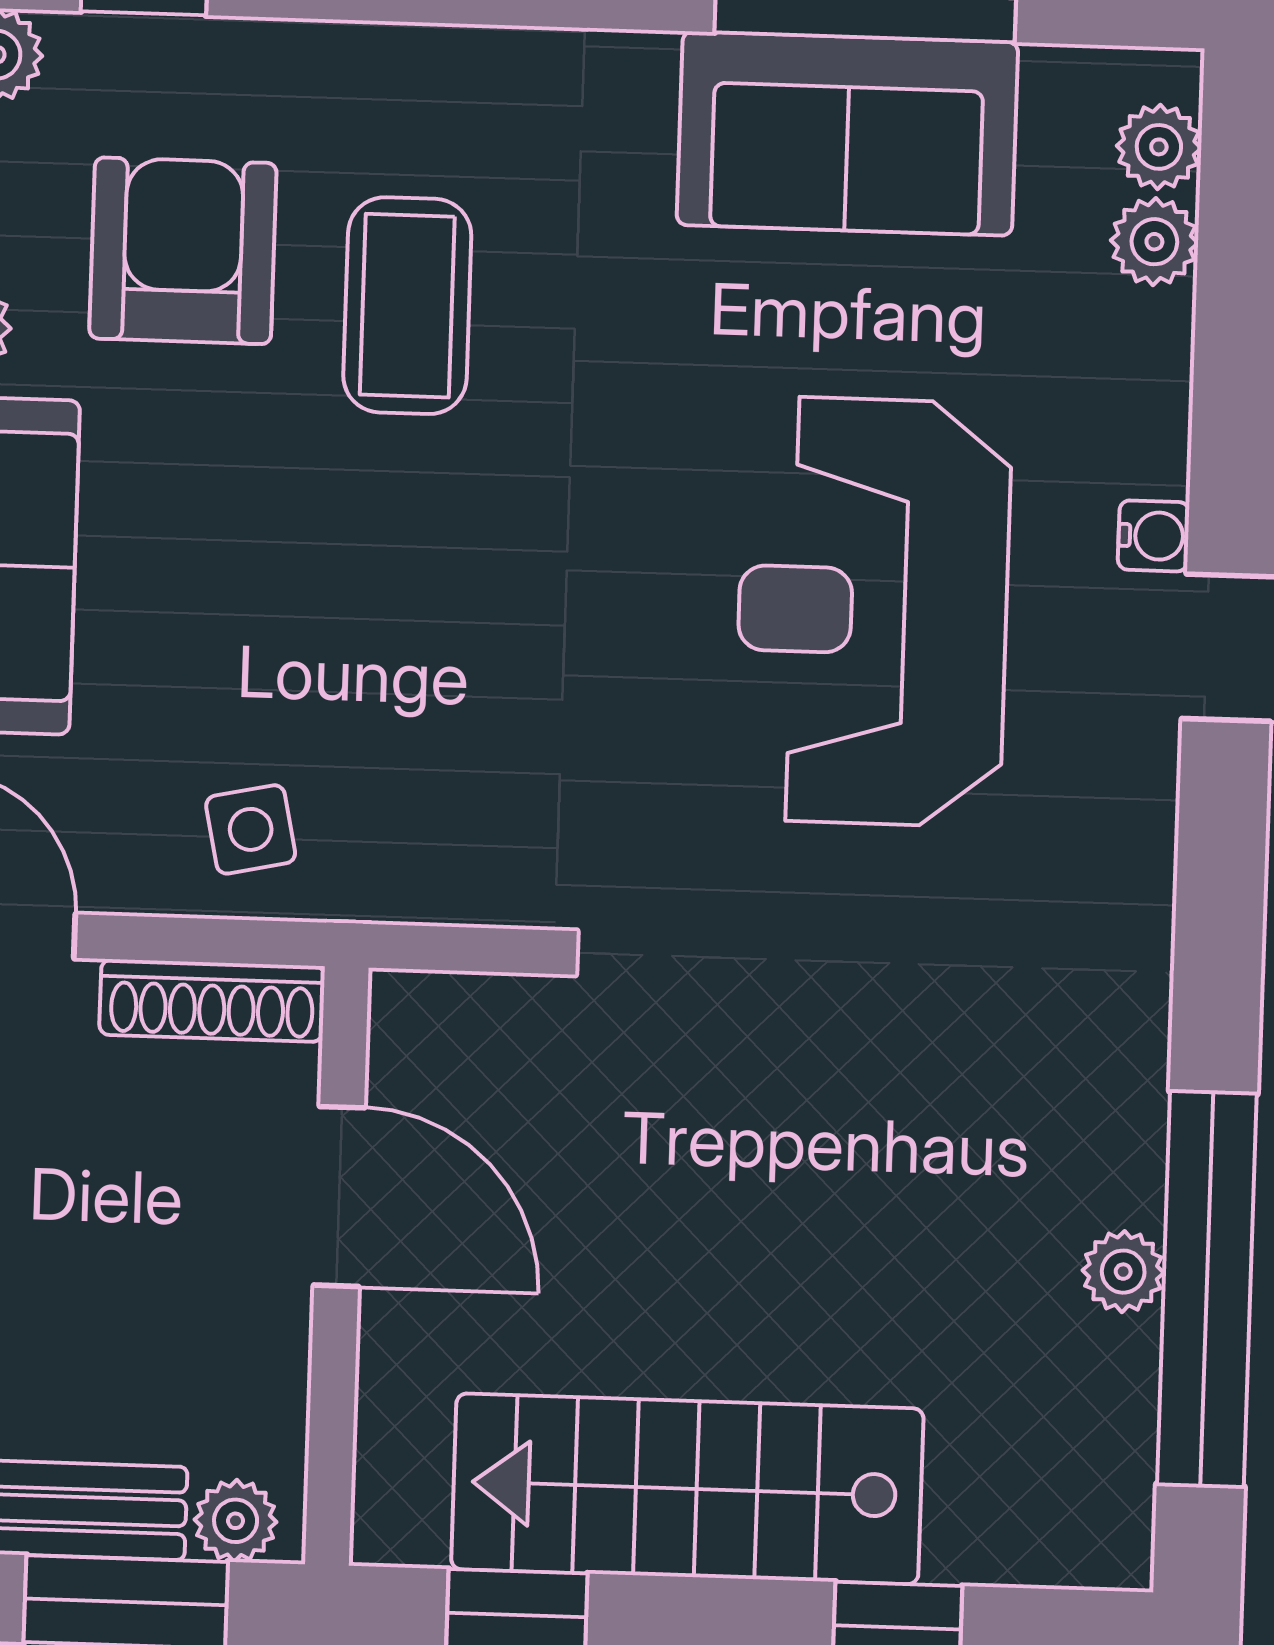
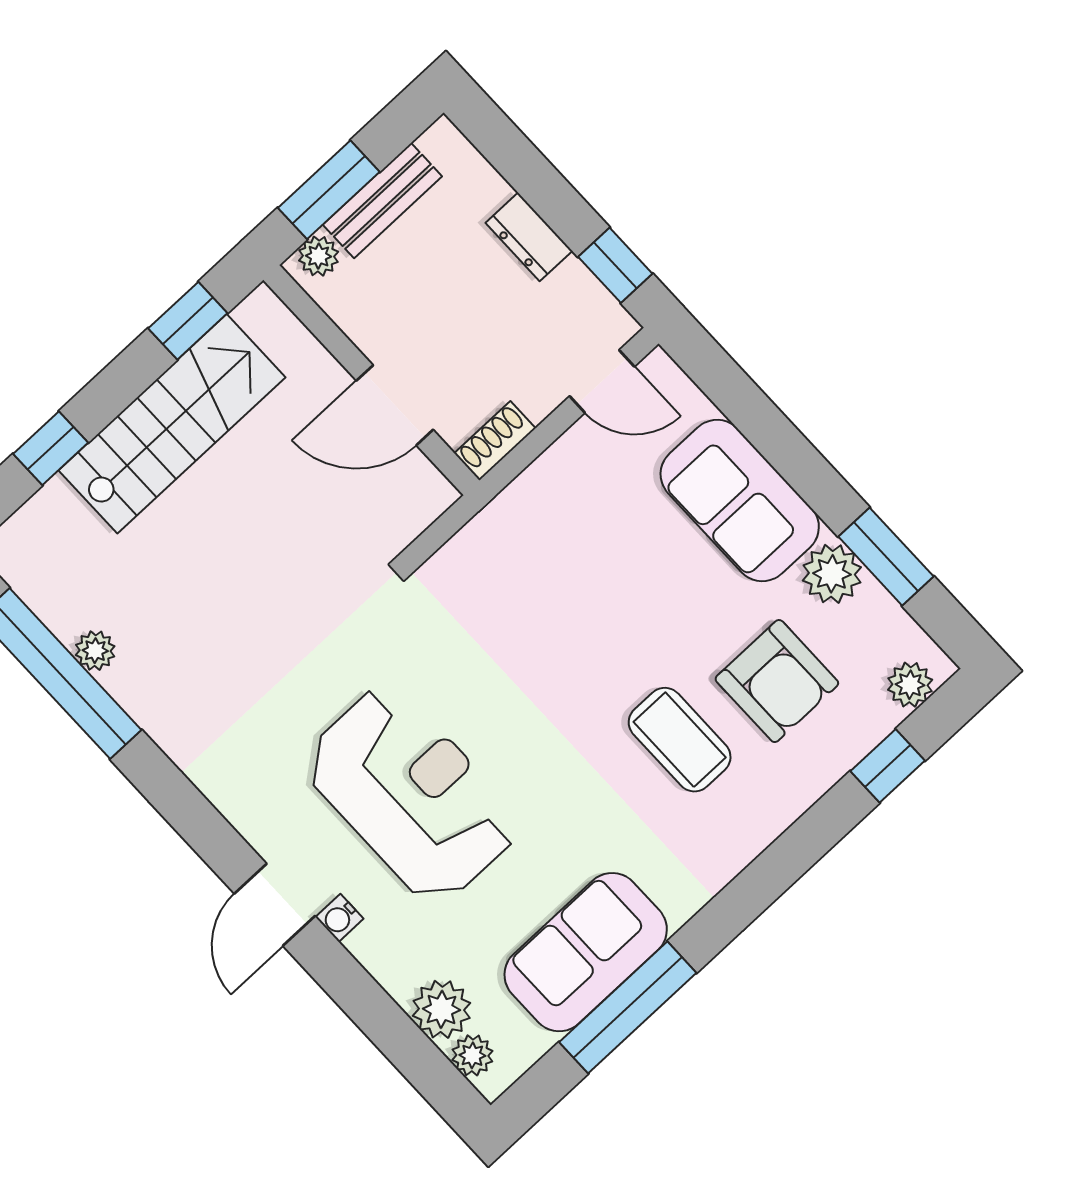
plant: (1154, 242) -> (442, 1009), width x1.38, depth x1.38
side table: (251, 829) -> (553, 503), removed
shoe rack: (212, 1001) -> (495, 441), width x0.70

